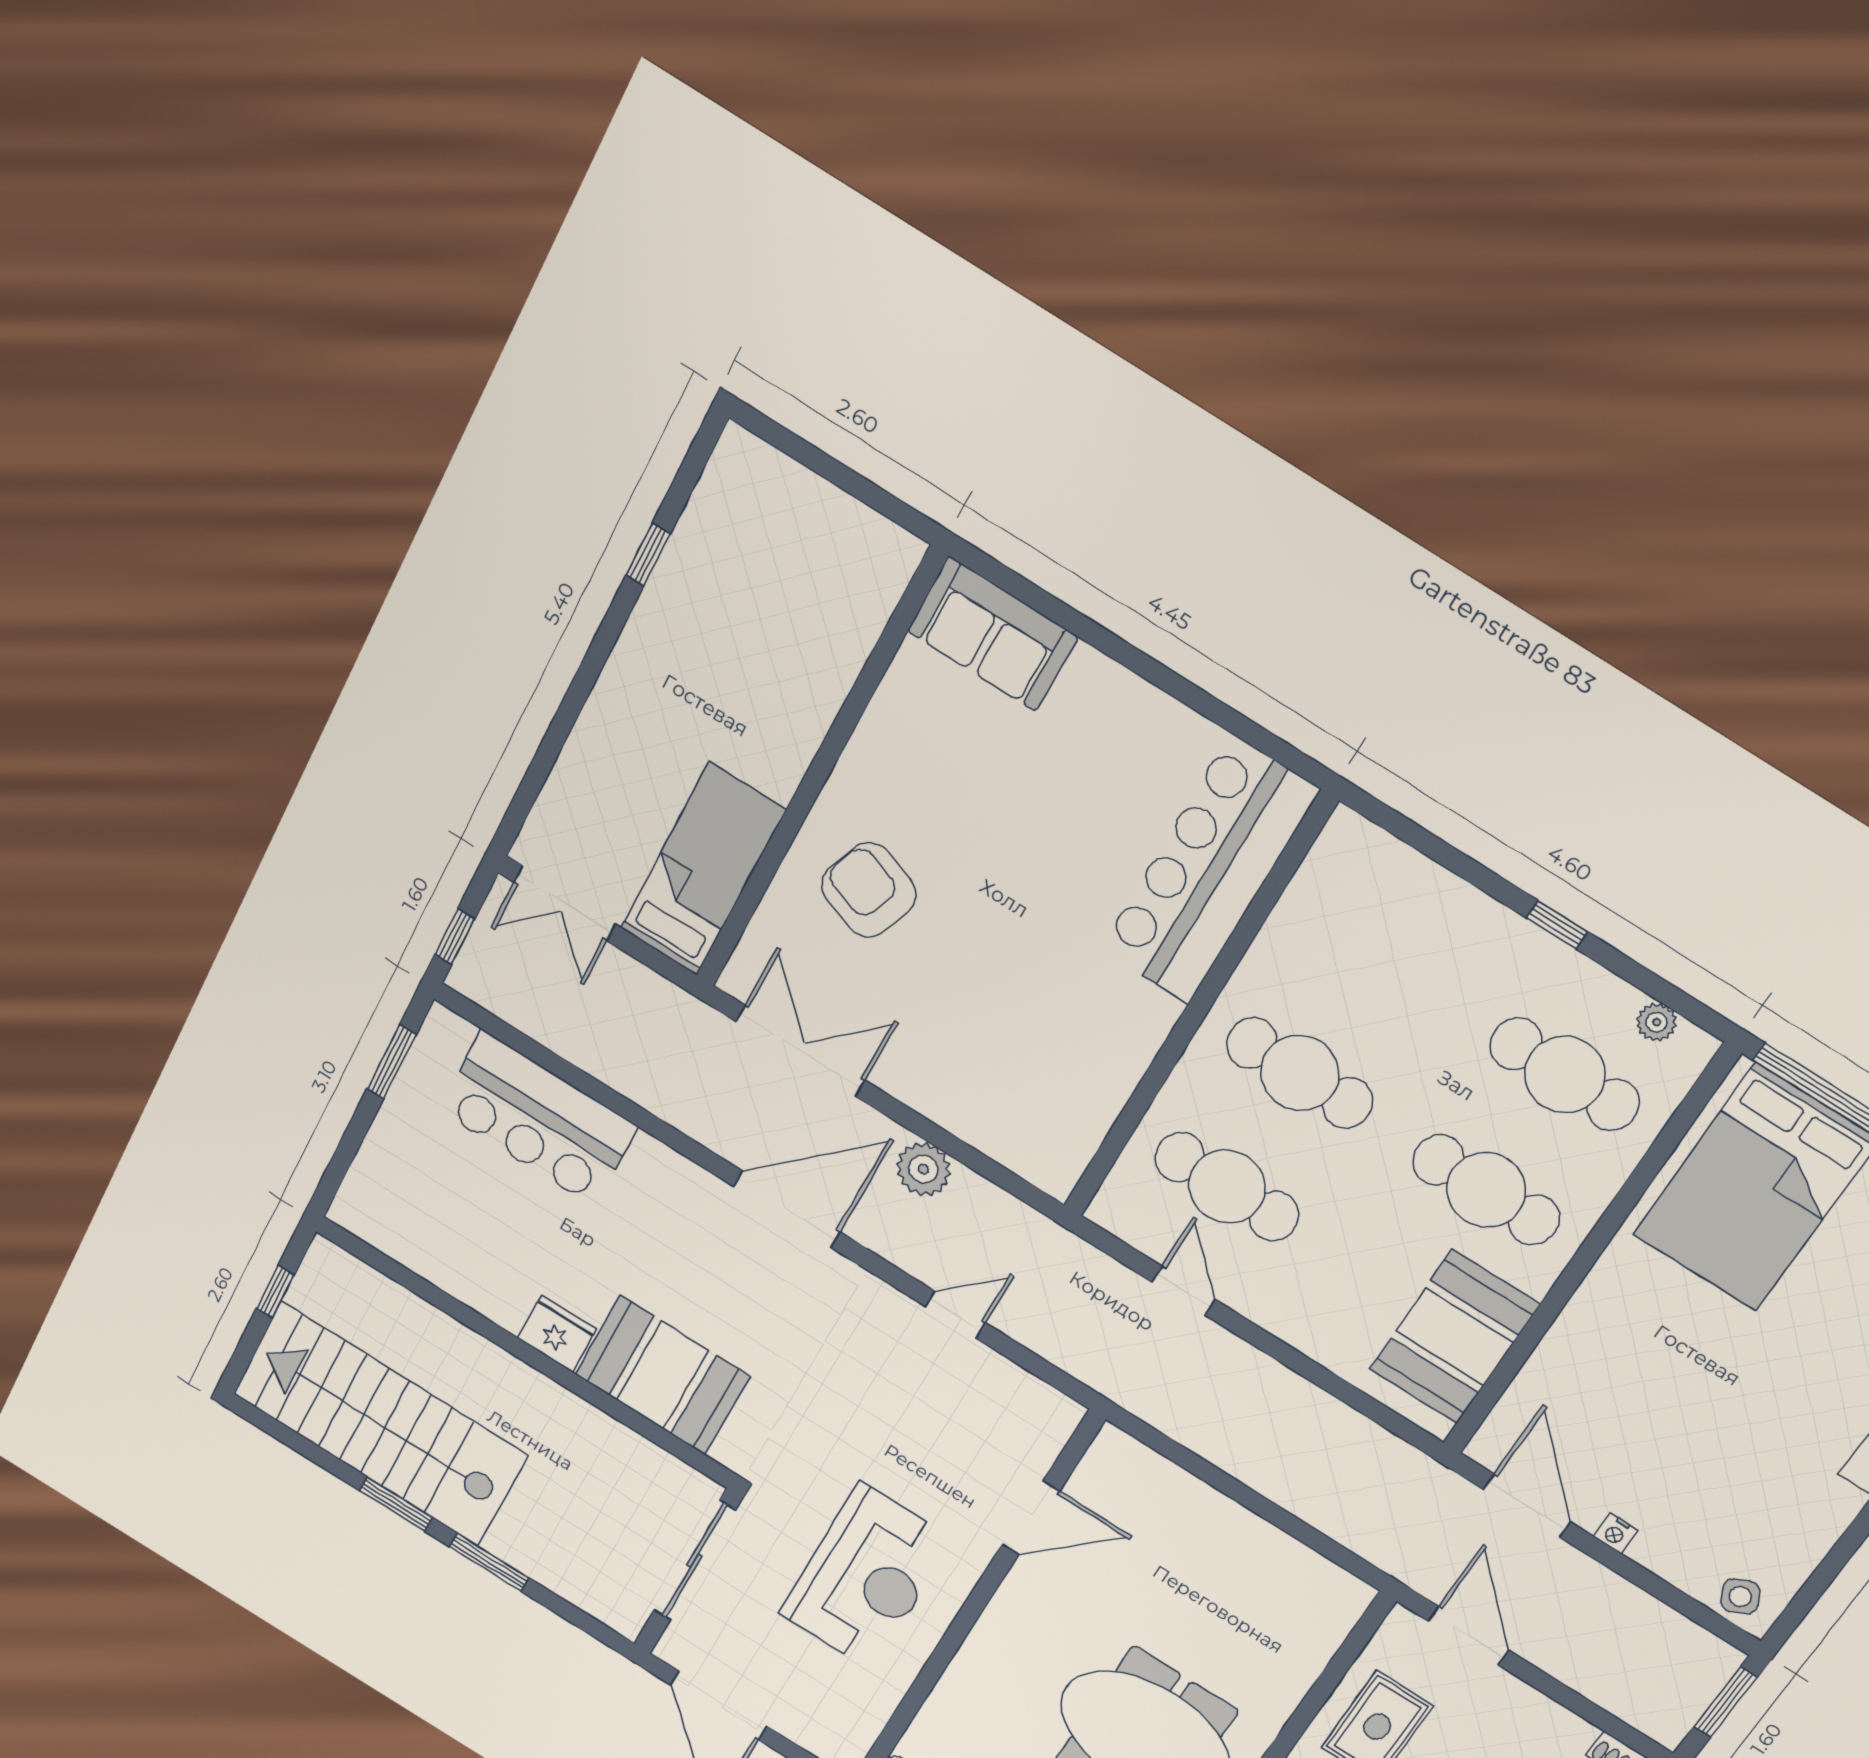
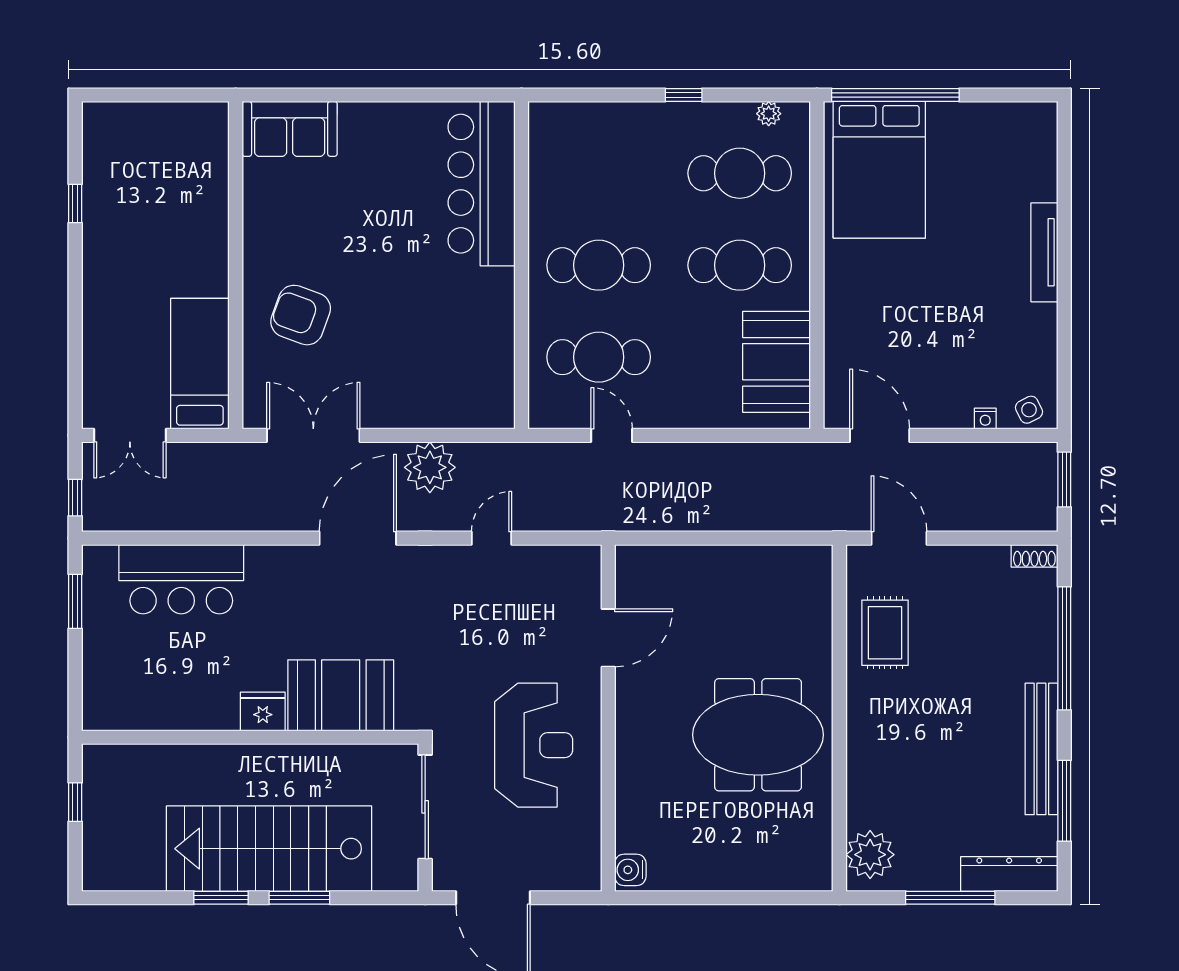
plant: (923, 1169) -> (430, 467), width x1.36, depth x1.36
stairs: (380, 1424) -> (269, 849), moved
nightstand: (1615, 1533) -> (985, 419), moved

